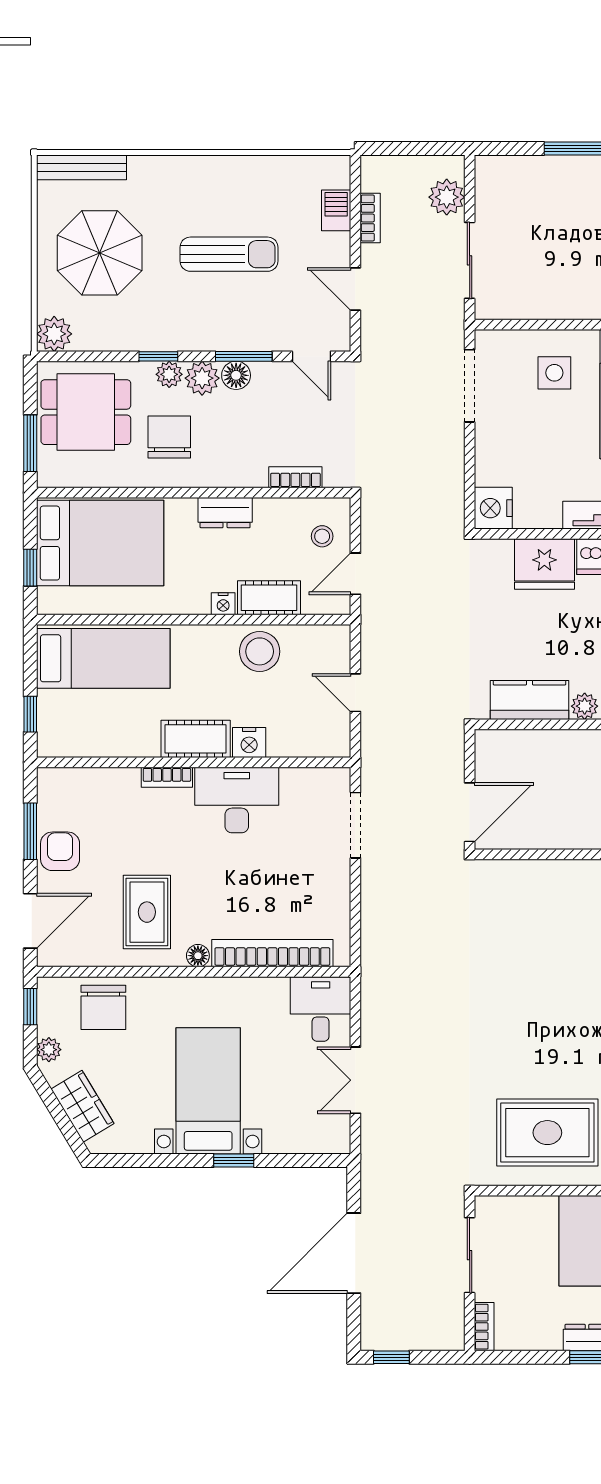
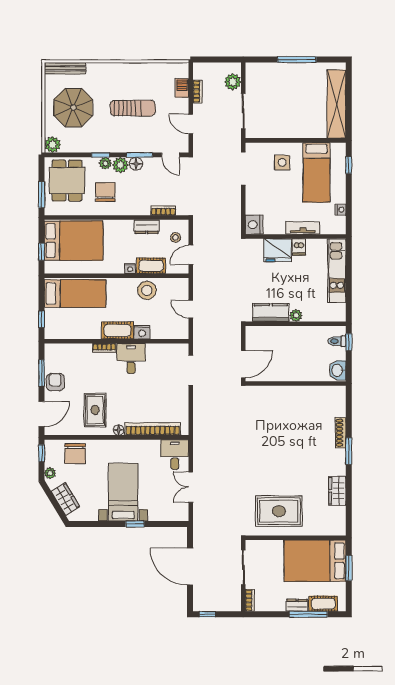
dining table: (86, 412) -> (67, 181), turned 90
dresser: (225, 513) -> (147, 227), moved
desk: (237, 800) -> (131, 359), width x0.73
door: (354, 1253) -> (190, 566), hinge flipped

